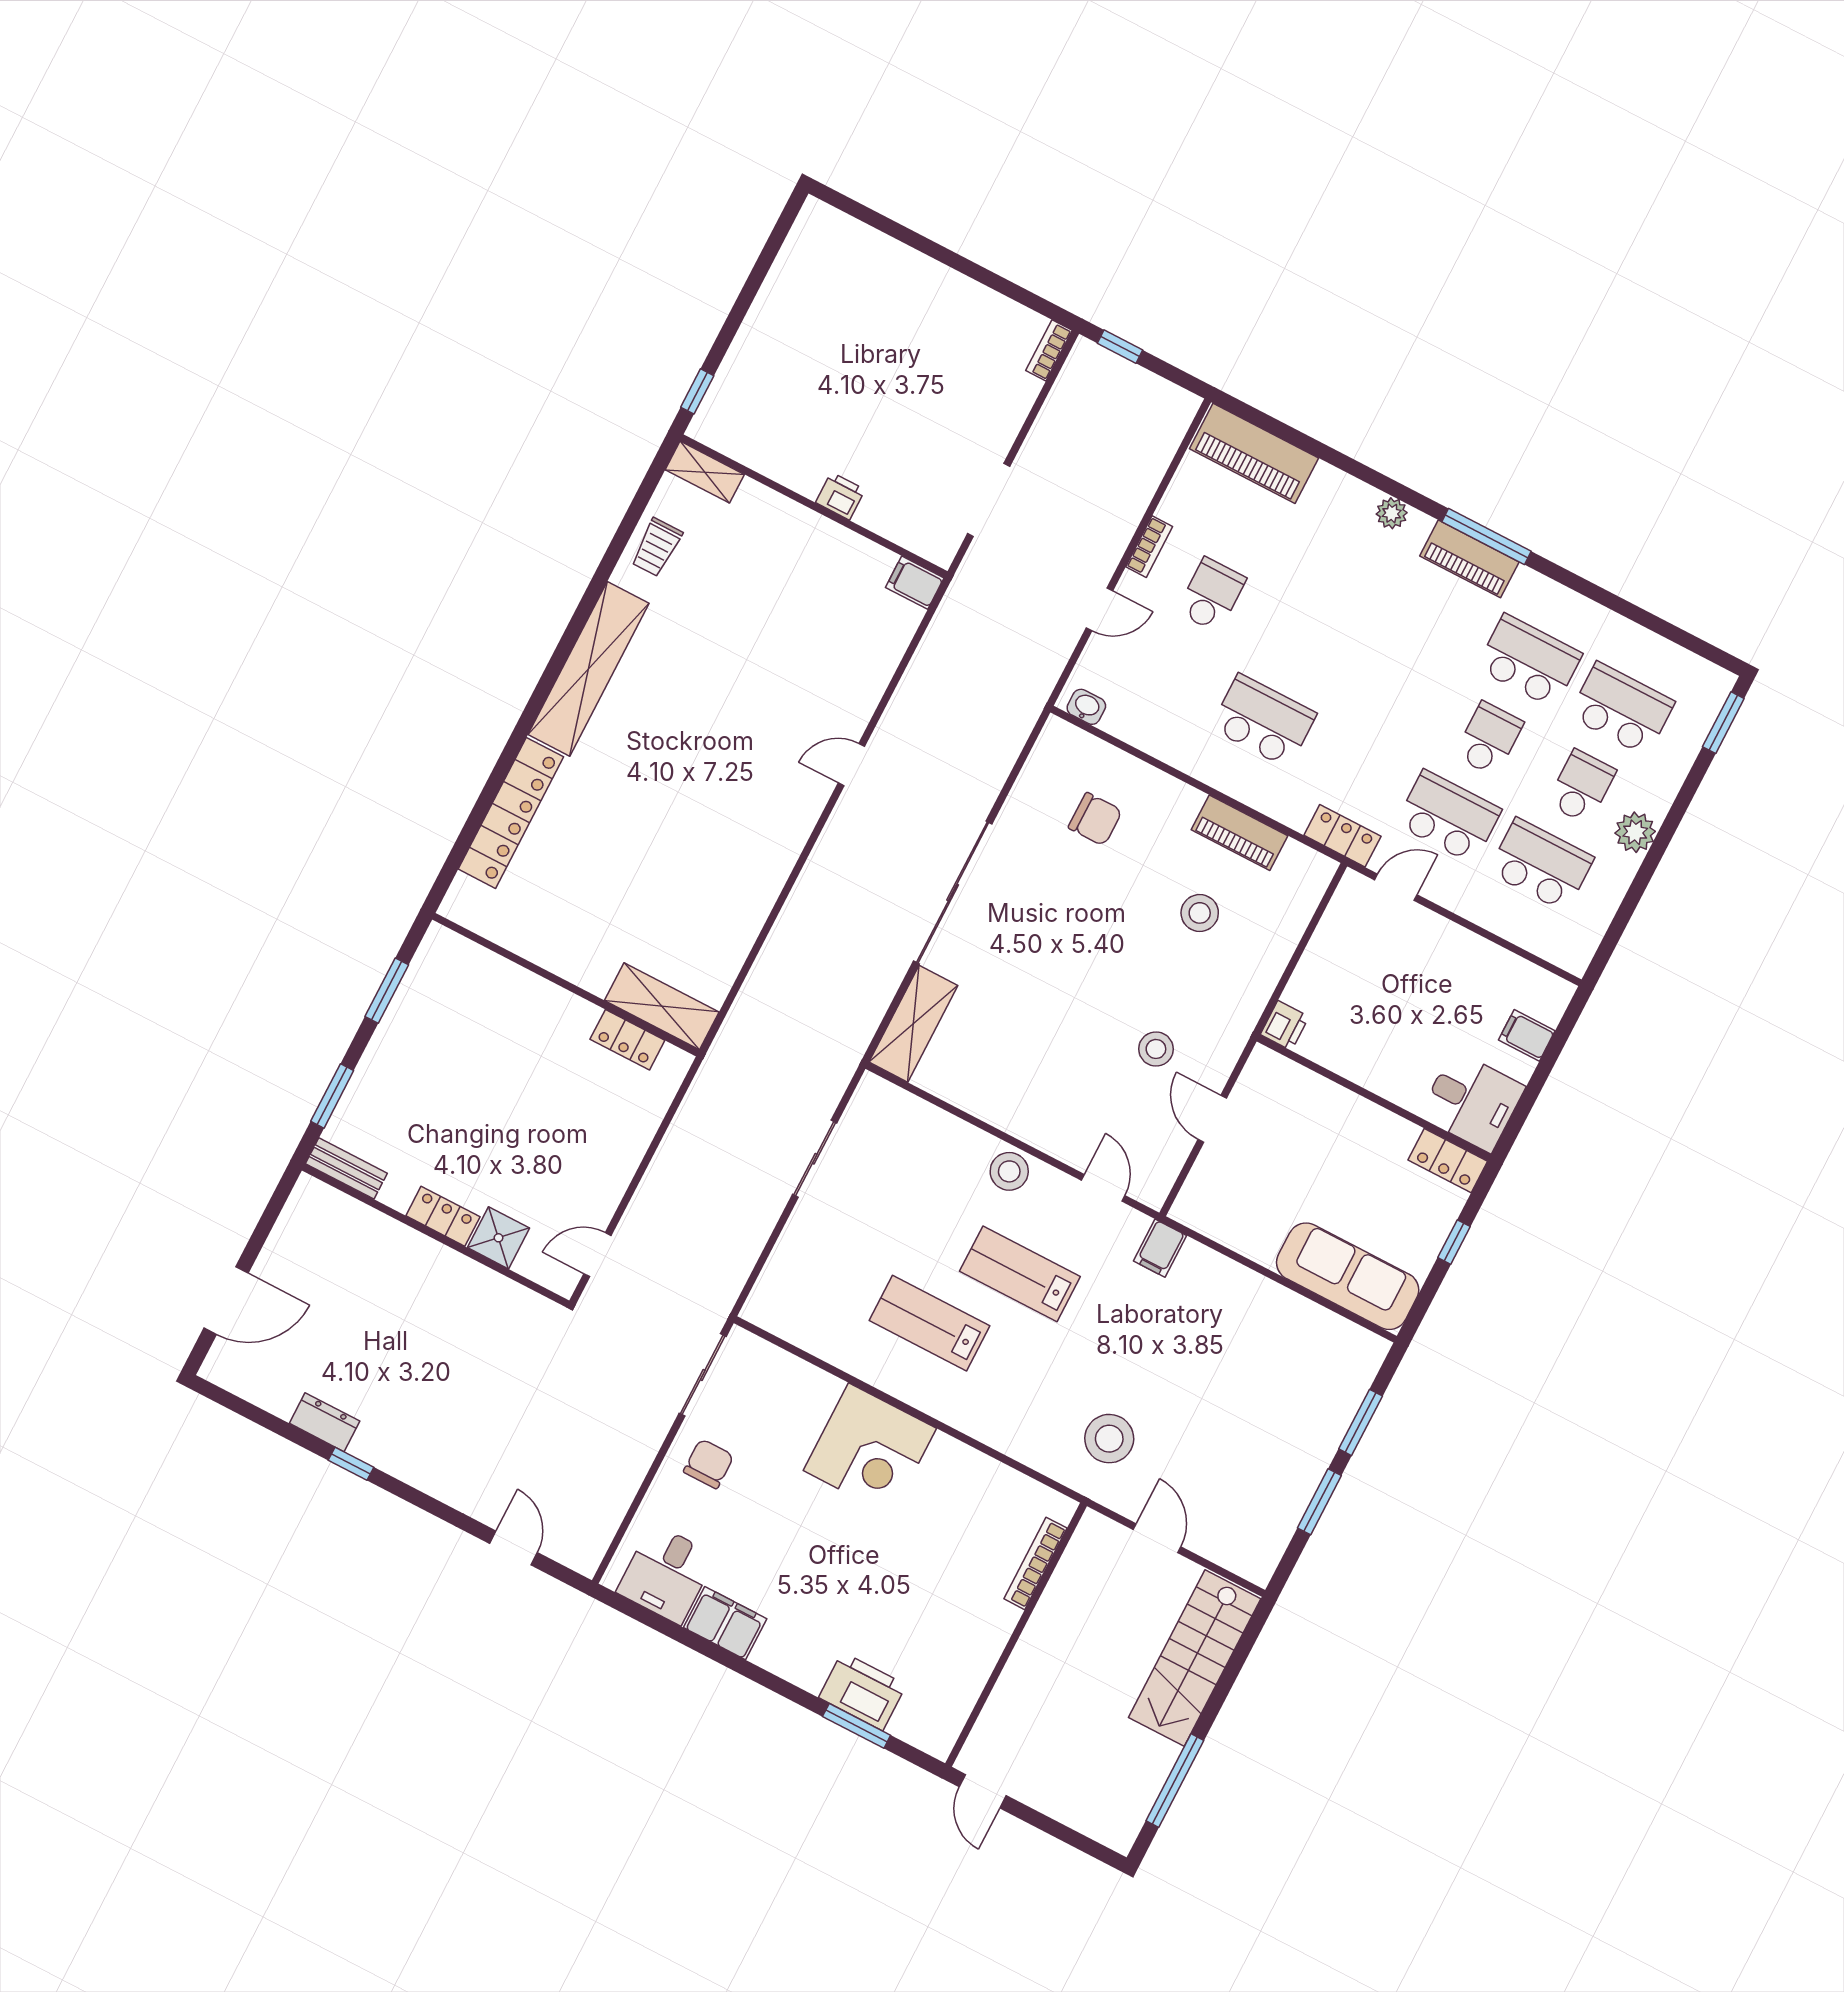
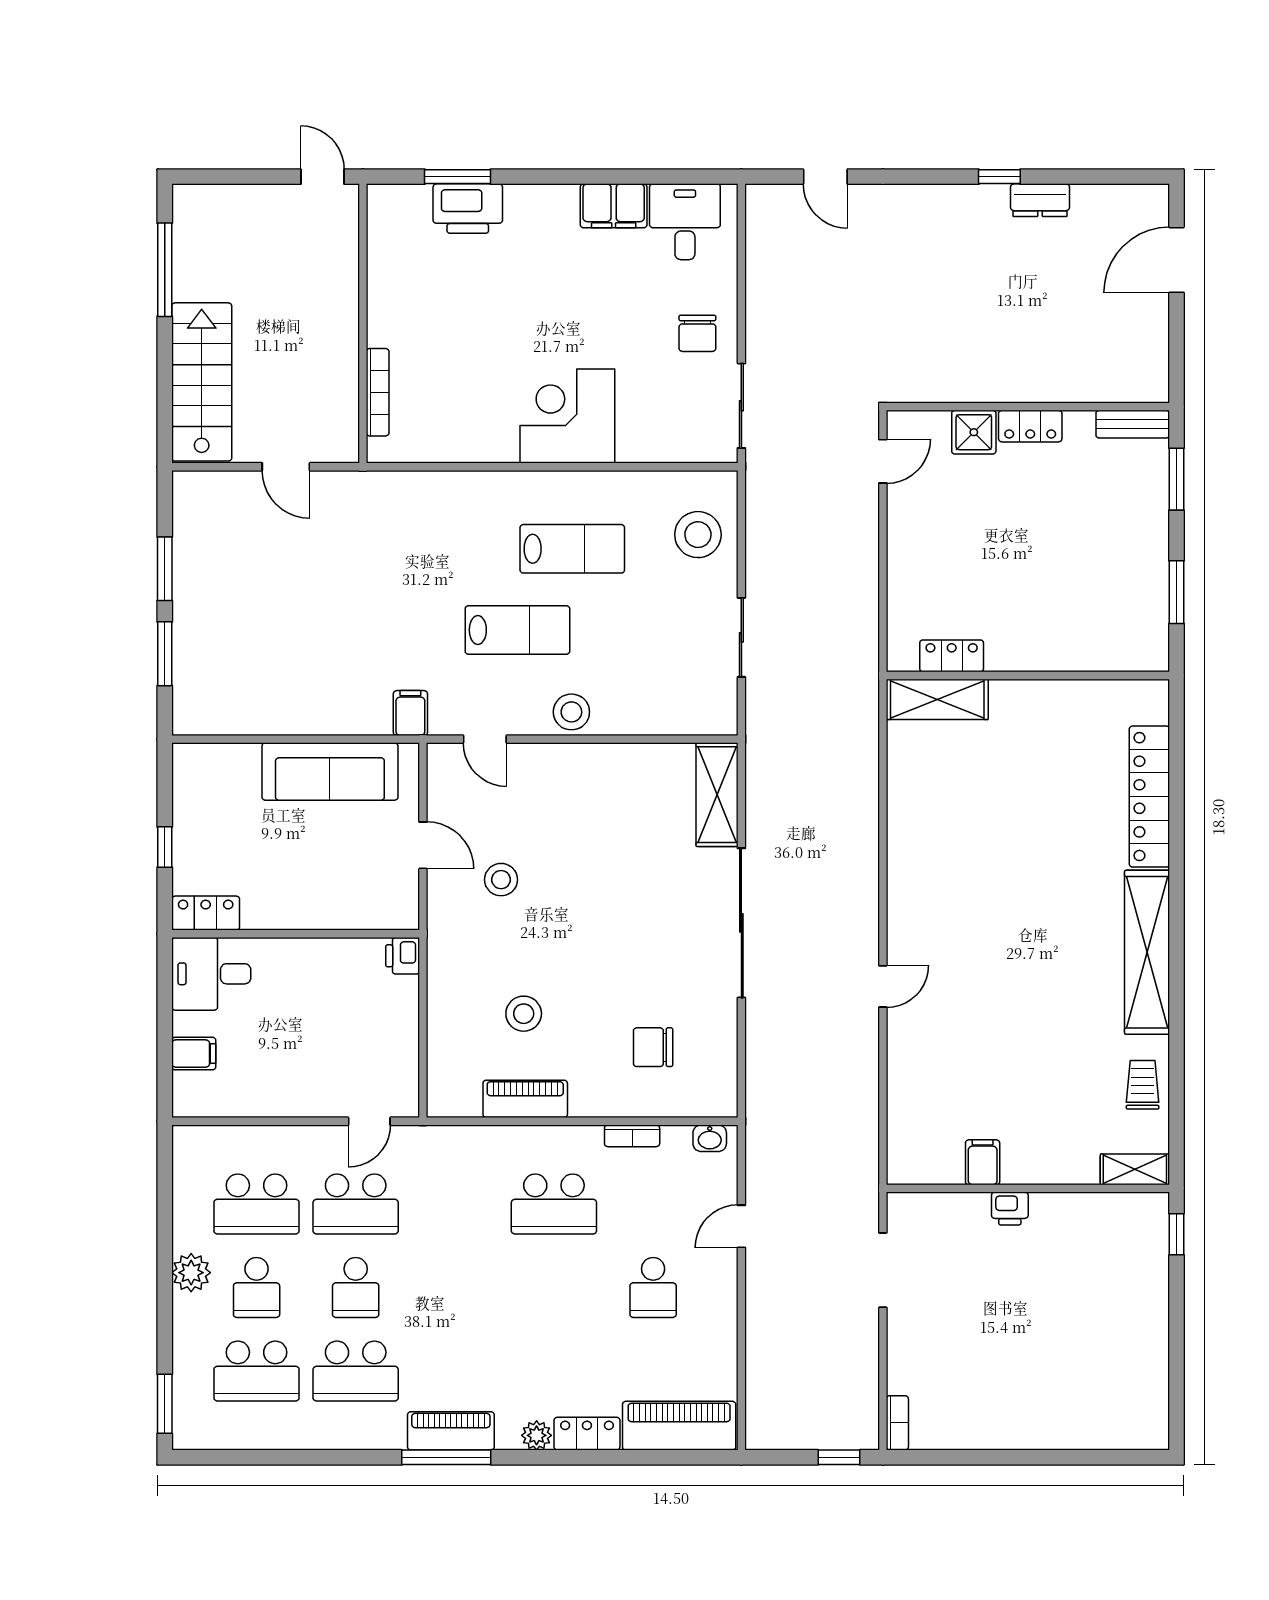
bookcase: (1149, 547) -> (632, 1136), moved, turned -90
filing cabinet: (915, 583) -> (983, 1162), moved, turned -90
locker: (1342, 836) -> (587, 1434), moved, turned 180
sofa: (1348, 1276) -> (330, 772), moved
stool: (1109, 1439) -> (698, 535), moved

